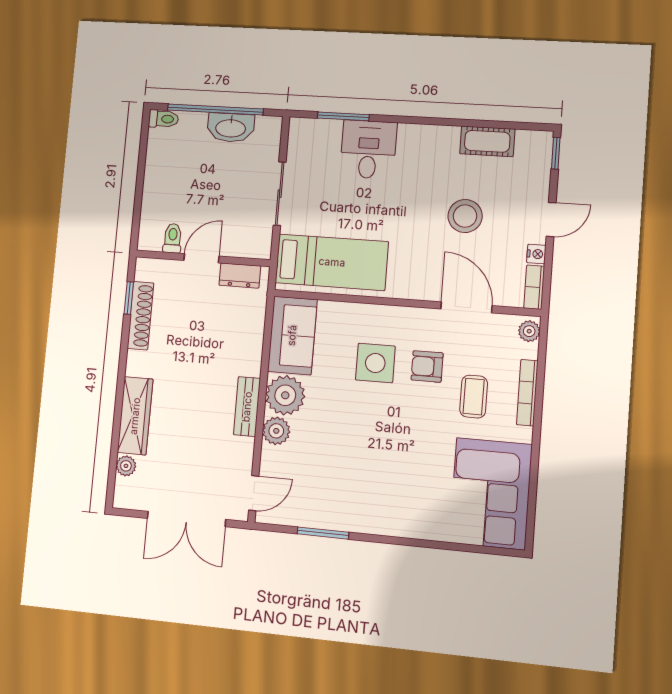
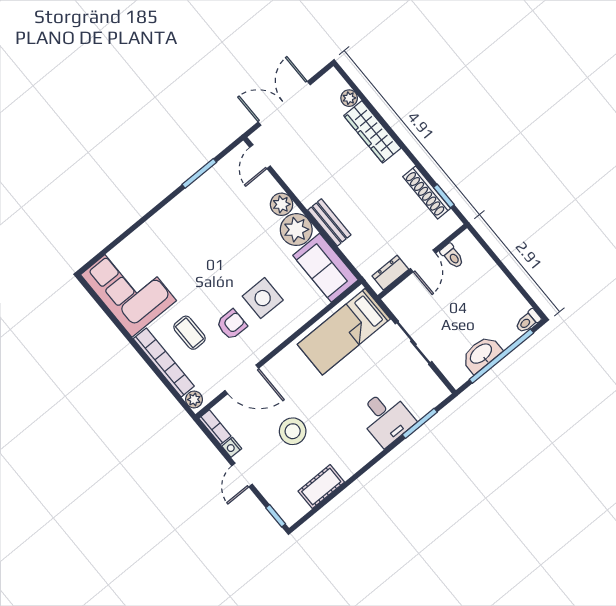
bookcase: (527, 393) -> (164, 362), width x1.48, depth x1.31
bench: (247, 407) -> (329, 222), moved

